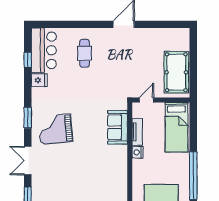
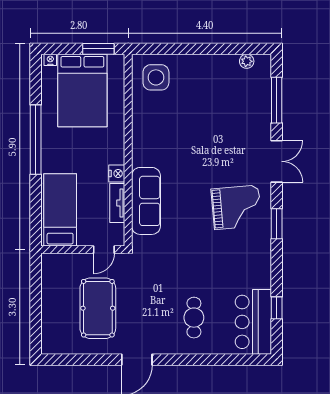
pool table: (176, 72) -> (98, 308), moved
fridge: (39, 80) -> (260, 278), removed
sofa: (117, 127) -> (146, 201), width x1.36

